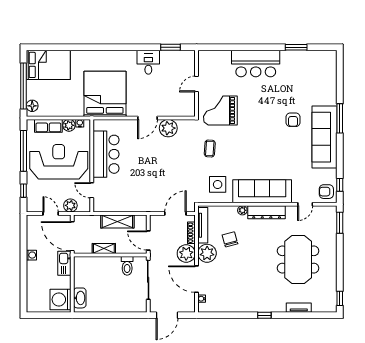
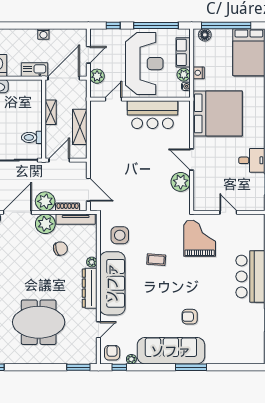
nightstand: (67, 111) -> (199, 73), added
coffee table: (210, 148) -> (156, 260), moved
plant: (332, 174) -> (131, 359), added
door: (305, 204) -> (98, 330), swing flipped

